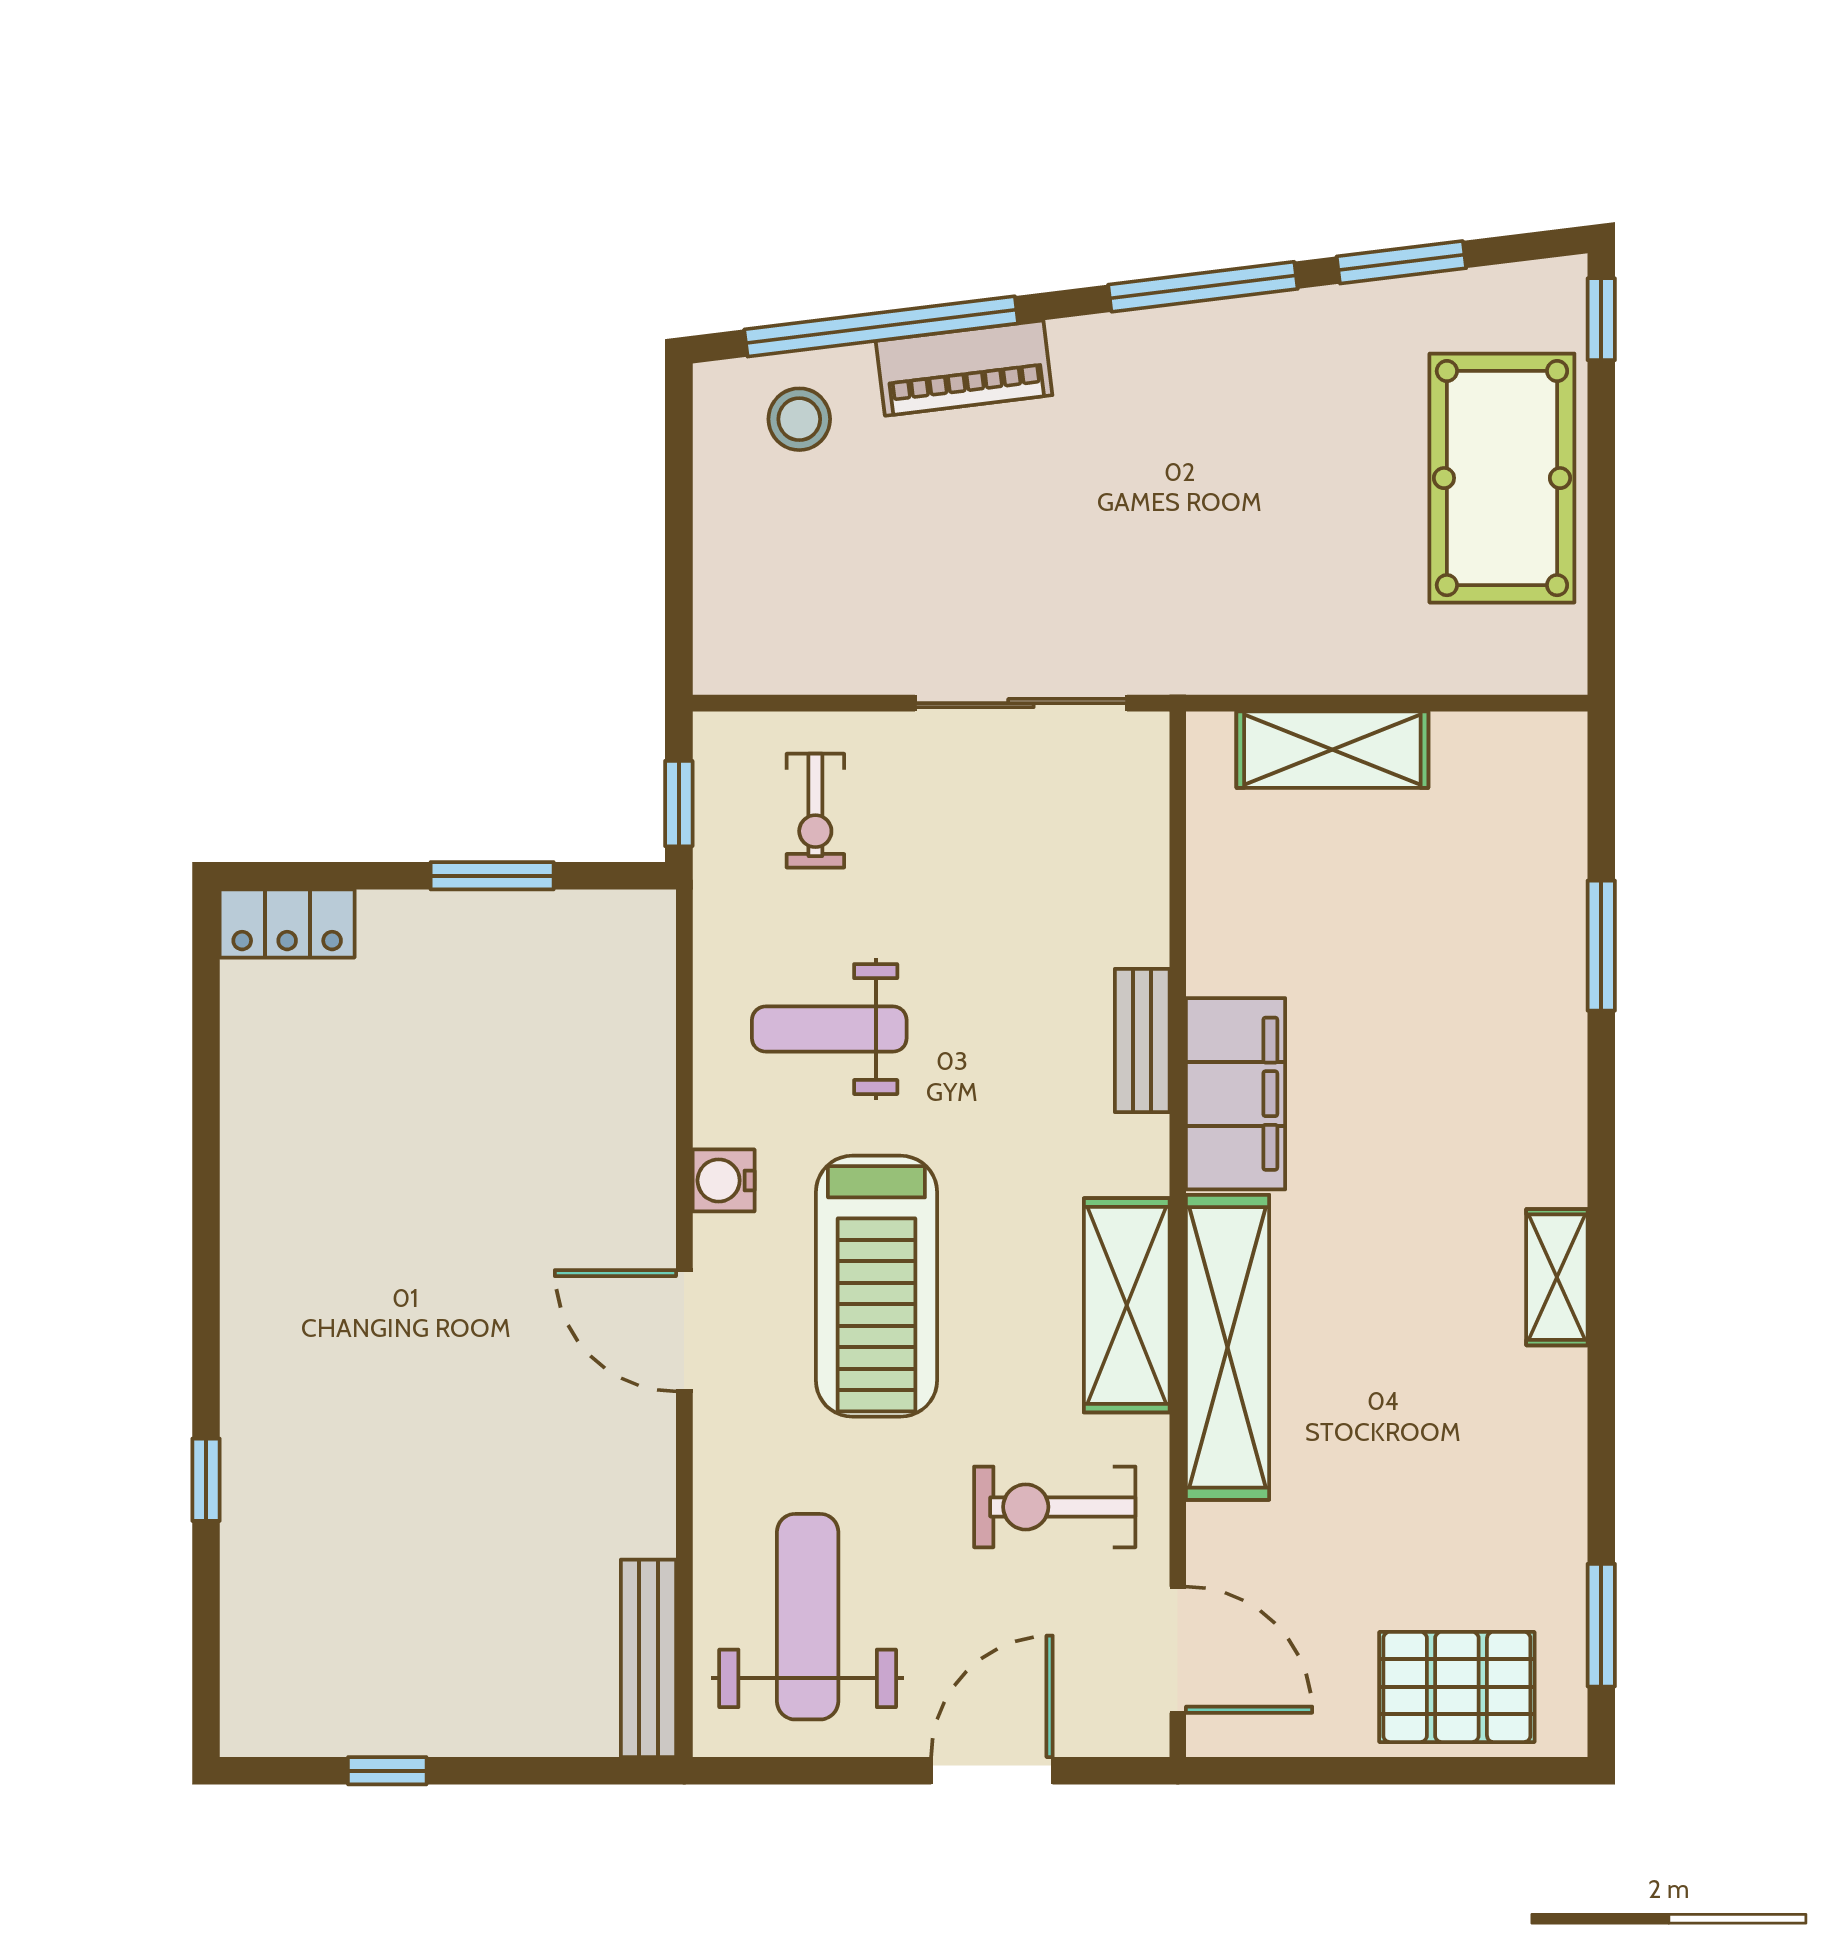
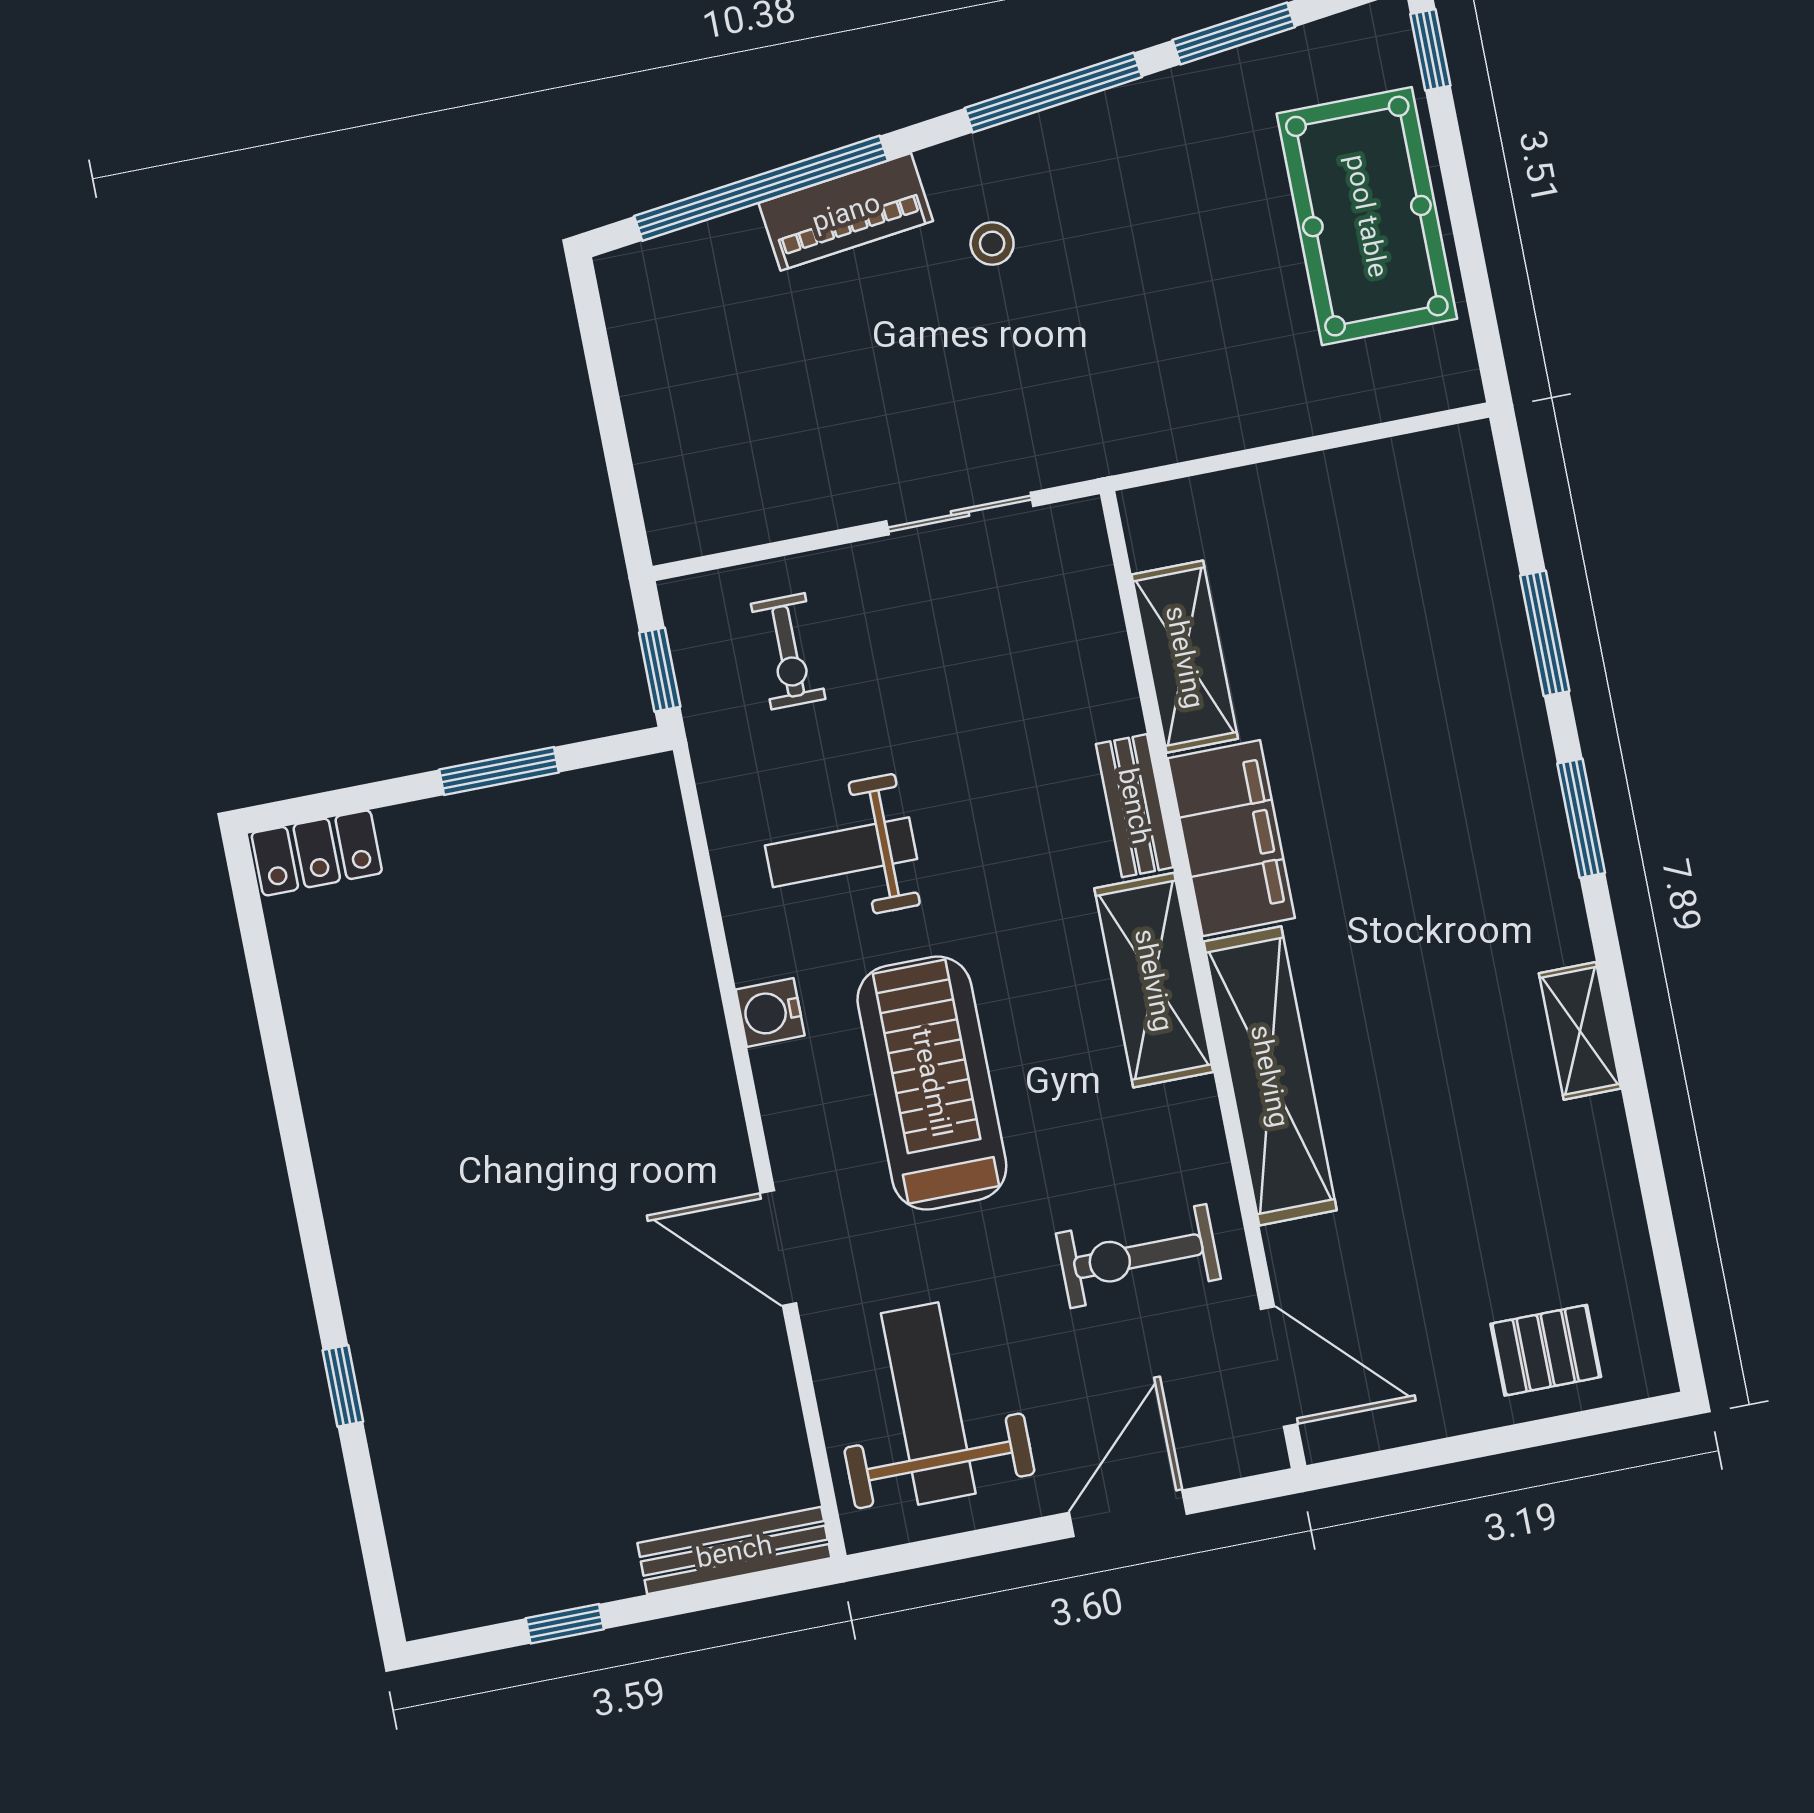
stool: (799, 419) -> (992, 243), moved, width x0.73, depth x0.73
sliding door: (1021, 703) -> (960, 514), width x0.73
shelving: (1332, 750) -> (1185, 657), moved, turned 90
shelving: (1557, 1277) -> (1580, 1031), moved
treadmill: (876, 1286) -> (932, 1083), turned 180
shelving: (1127, 1305) -> (1154, 980), moved
door: (684, 1331) -> (778, 1248), moved
window: (1601, 1625) -> (1581, 818), moved
bench: (648, 1658) -> (734, 1551), moved, turned 90
pallet: (1457, 1687) -> (1546, 1350), width x0.67, depth x0.71

